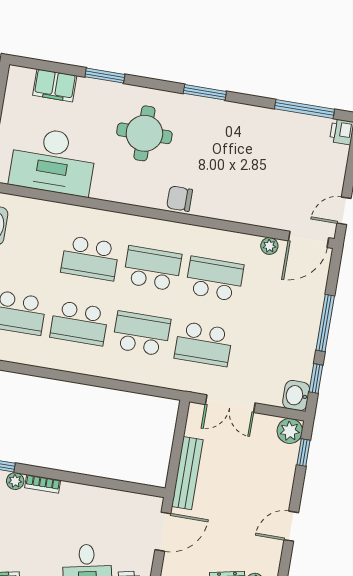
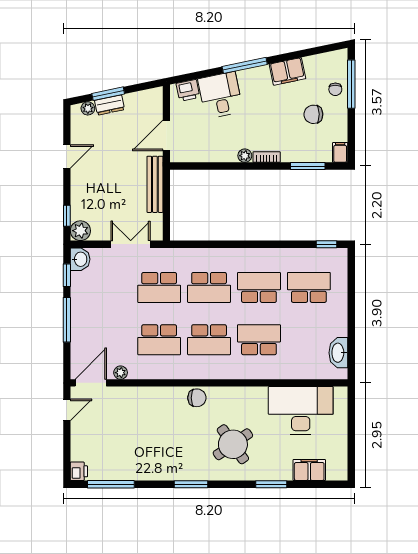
round table: (144, 133) -> (233, 444), turned -35
school desk: (204, 344) -> (159, 287), turned 180
plant: (15, 481) -> (245, 156), moved

